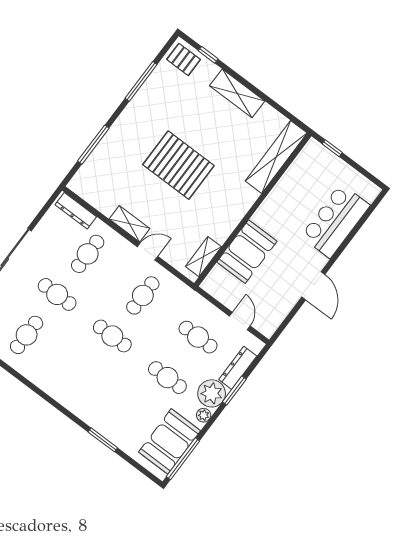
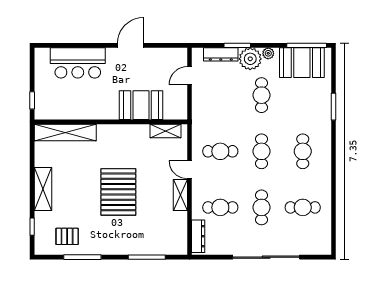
pallet: (184, 59) -> (67, 236), moved, turned 90
cafe table: (198, 337) -> (303, 151), moved

